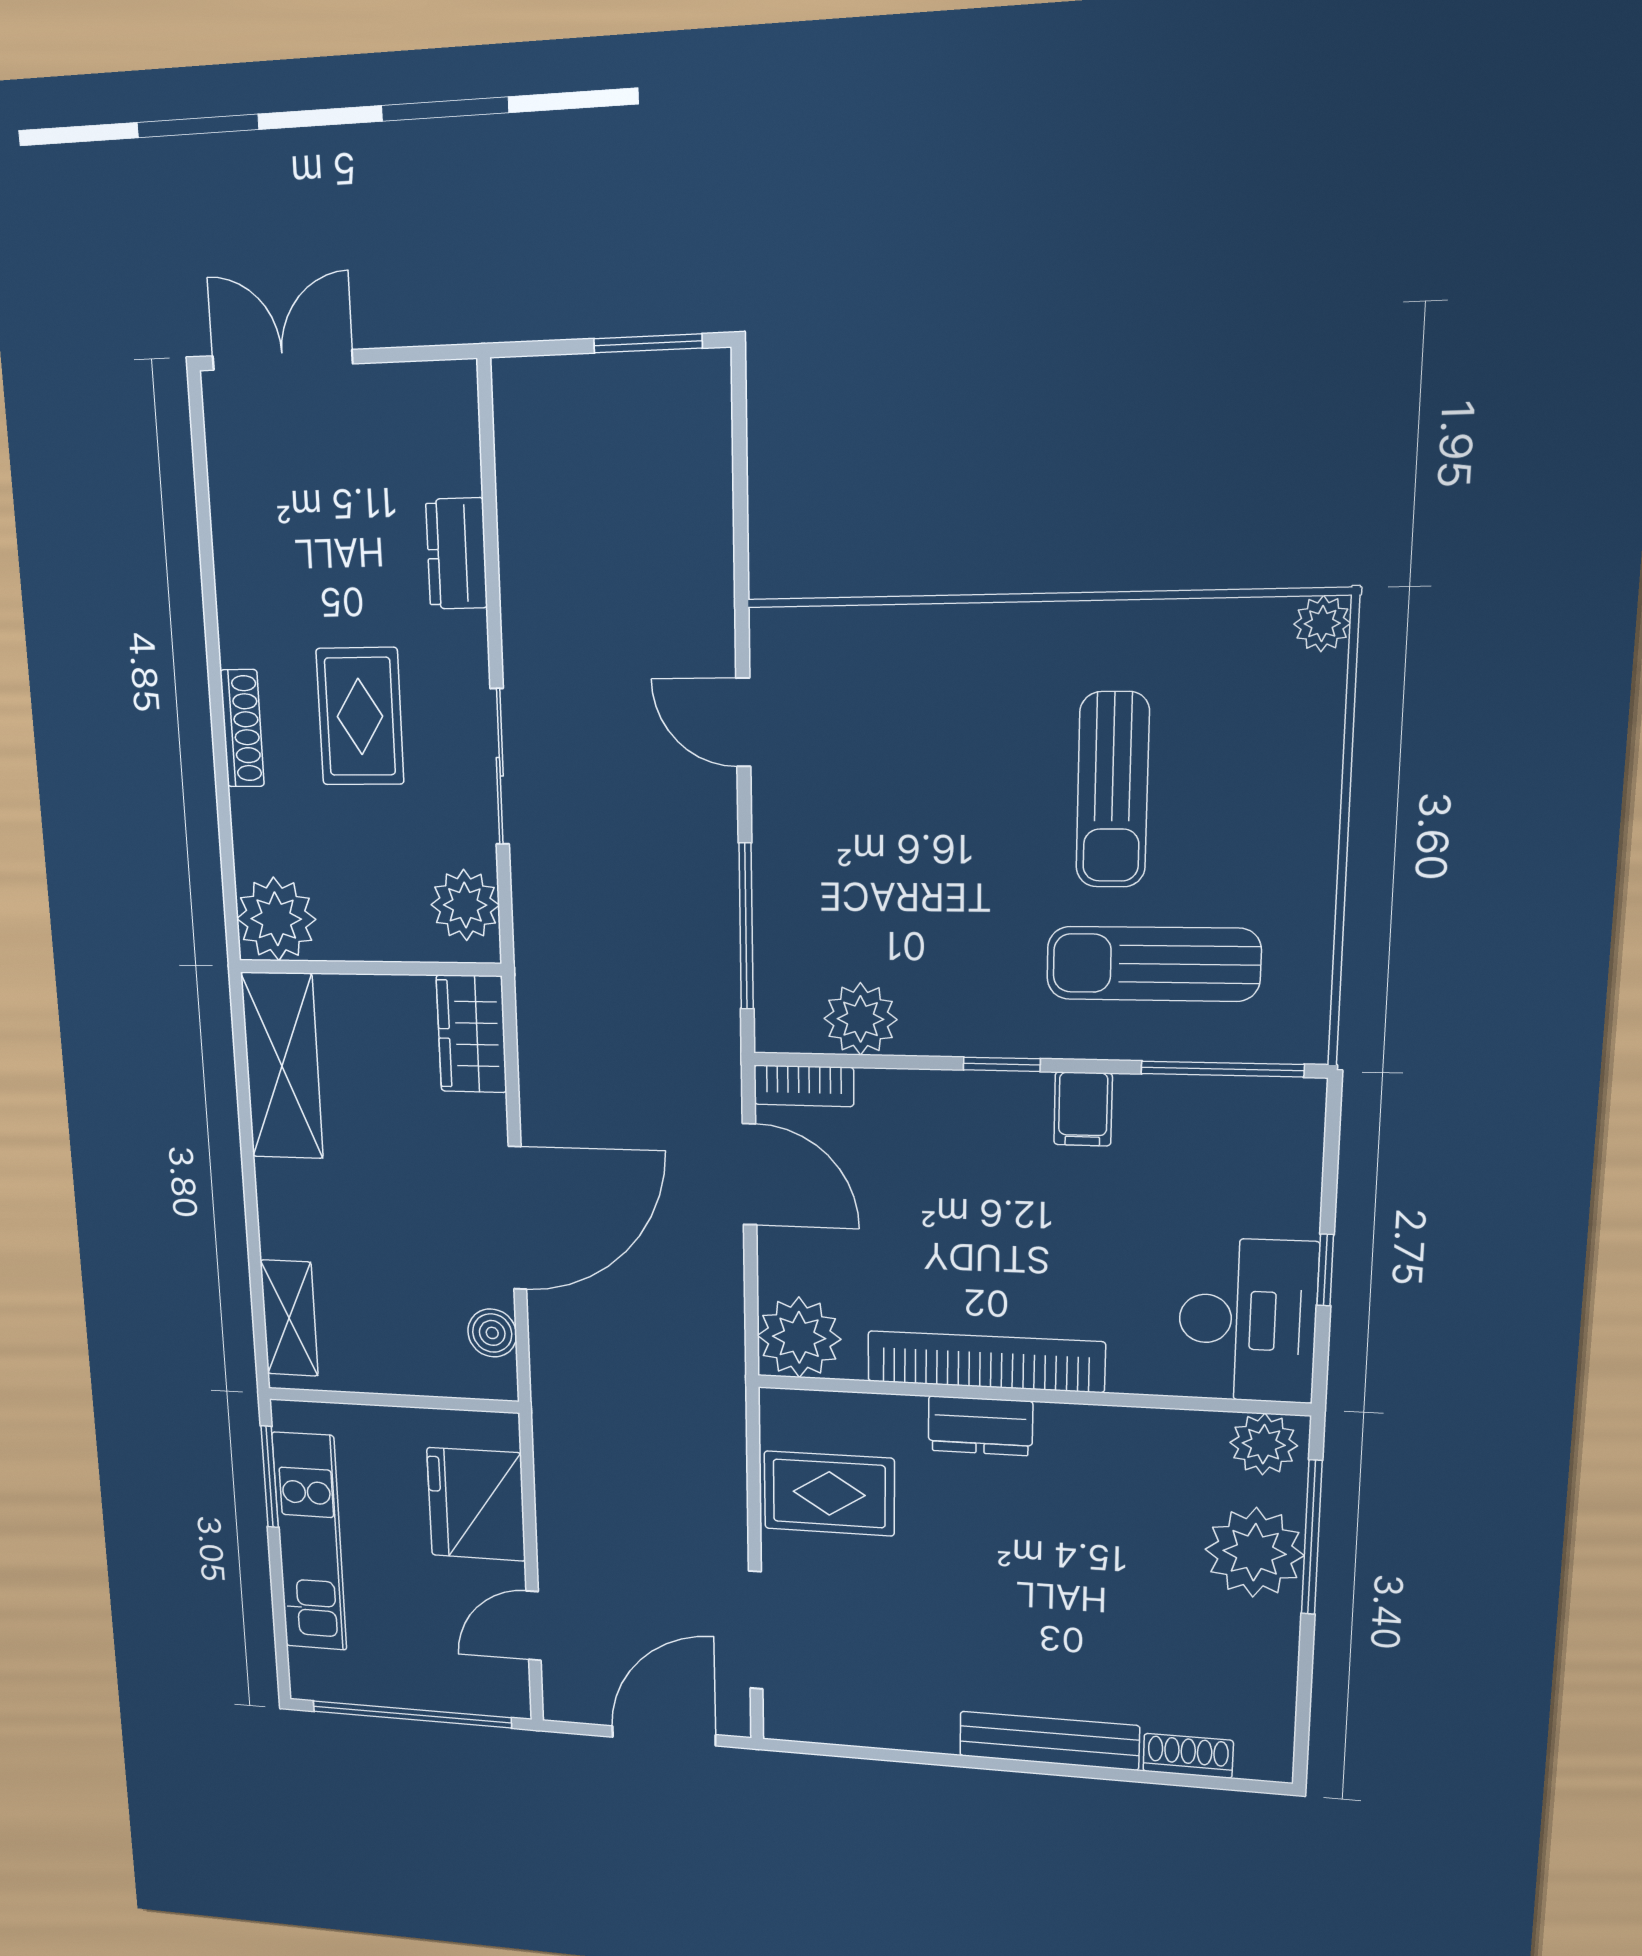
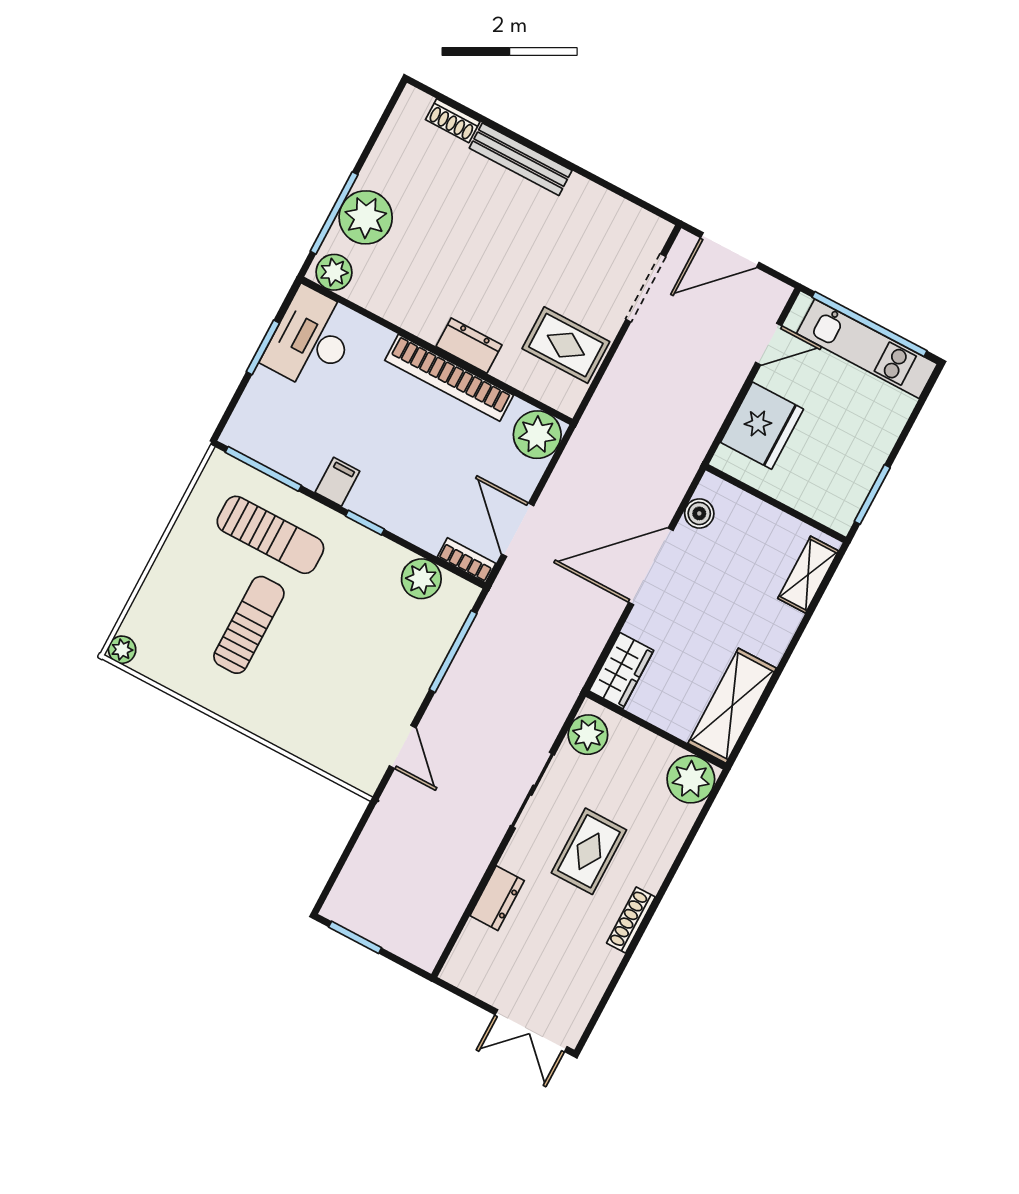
shoe rack: (242, 728) -> (631, 920), moved
window: (1325, 1270) -> (263, 347), width x1.50
kitchen unit: (310, 1542) -> (867, 349), moved, turned -90

